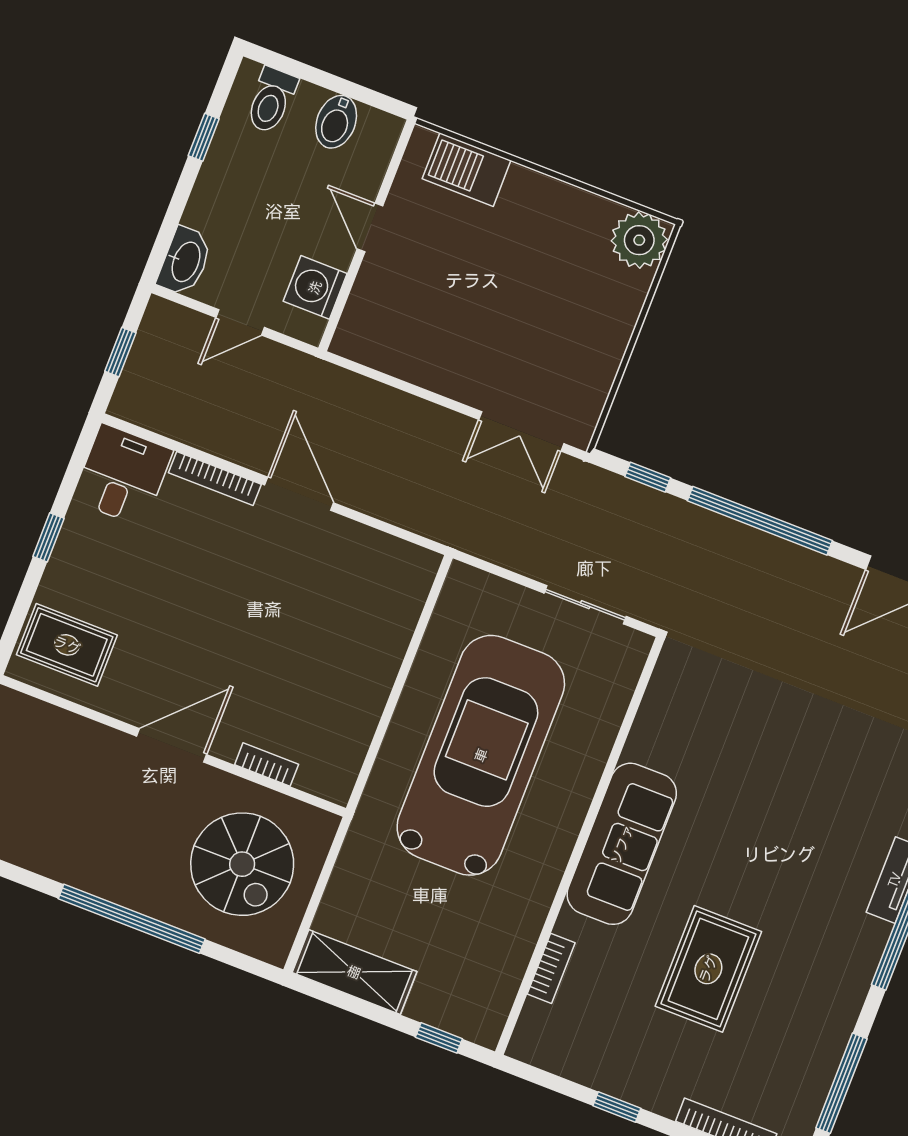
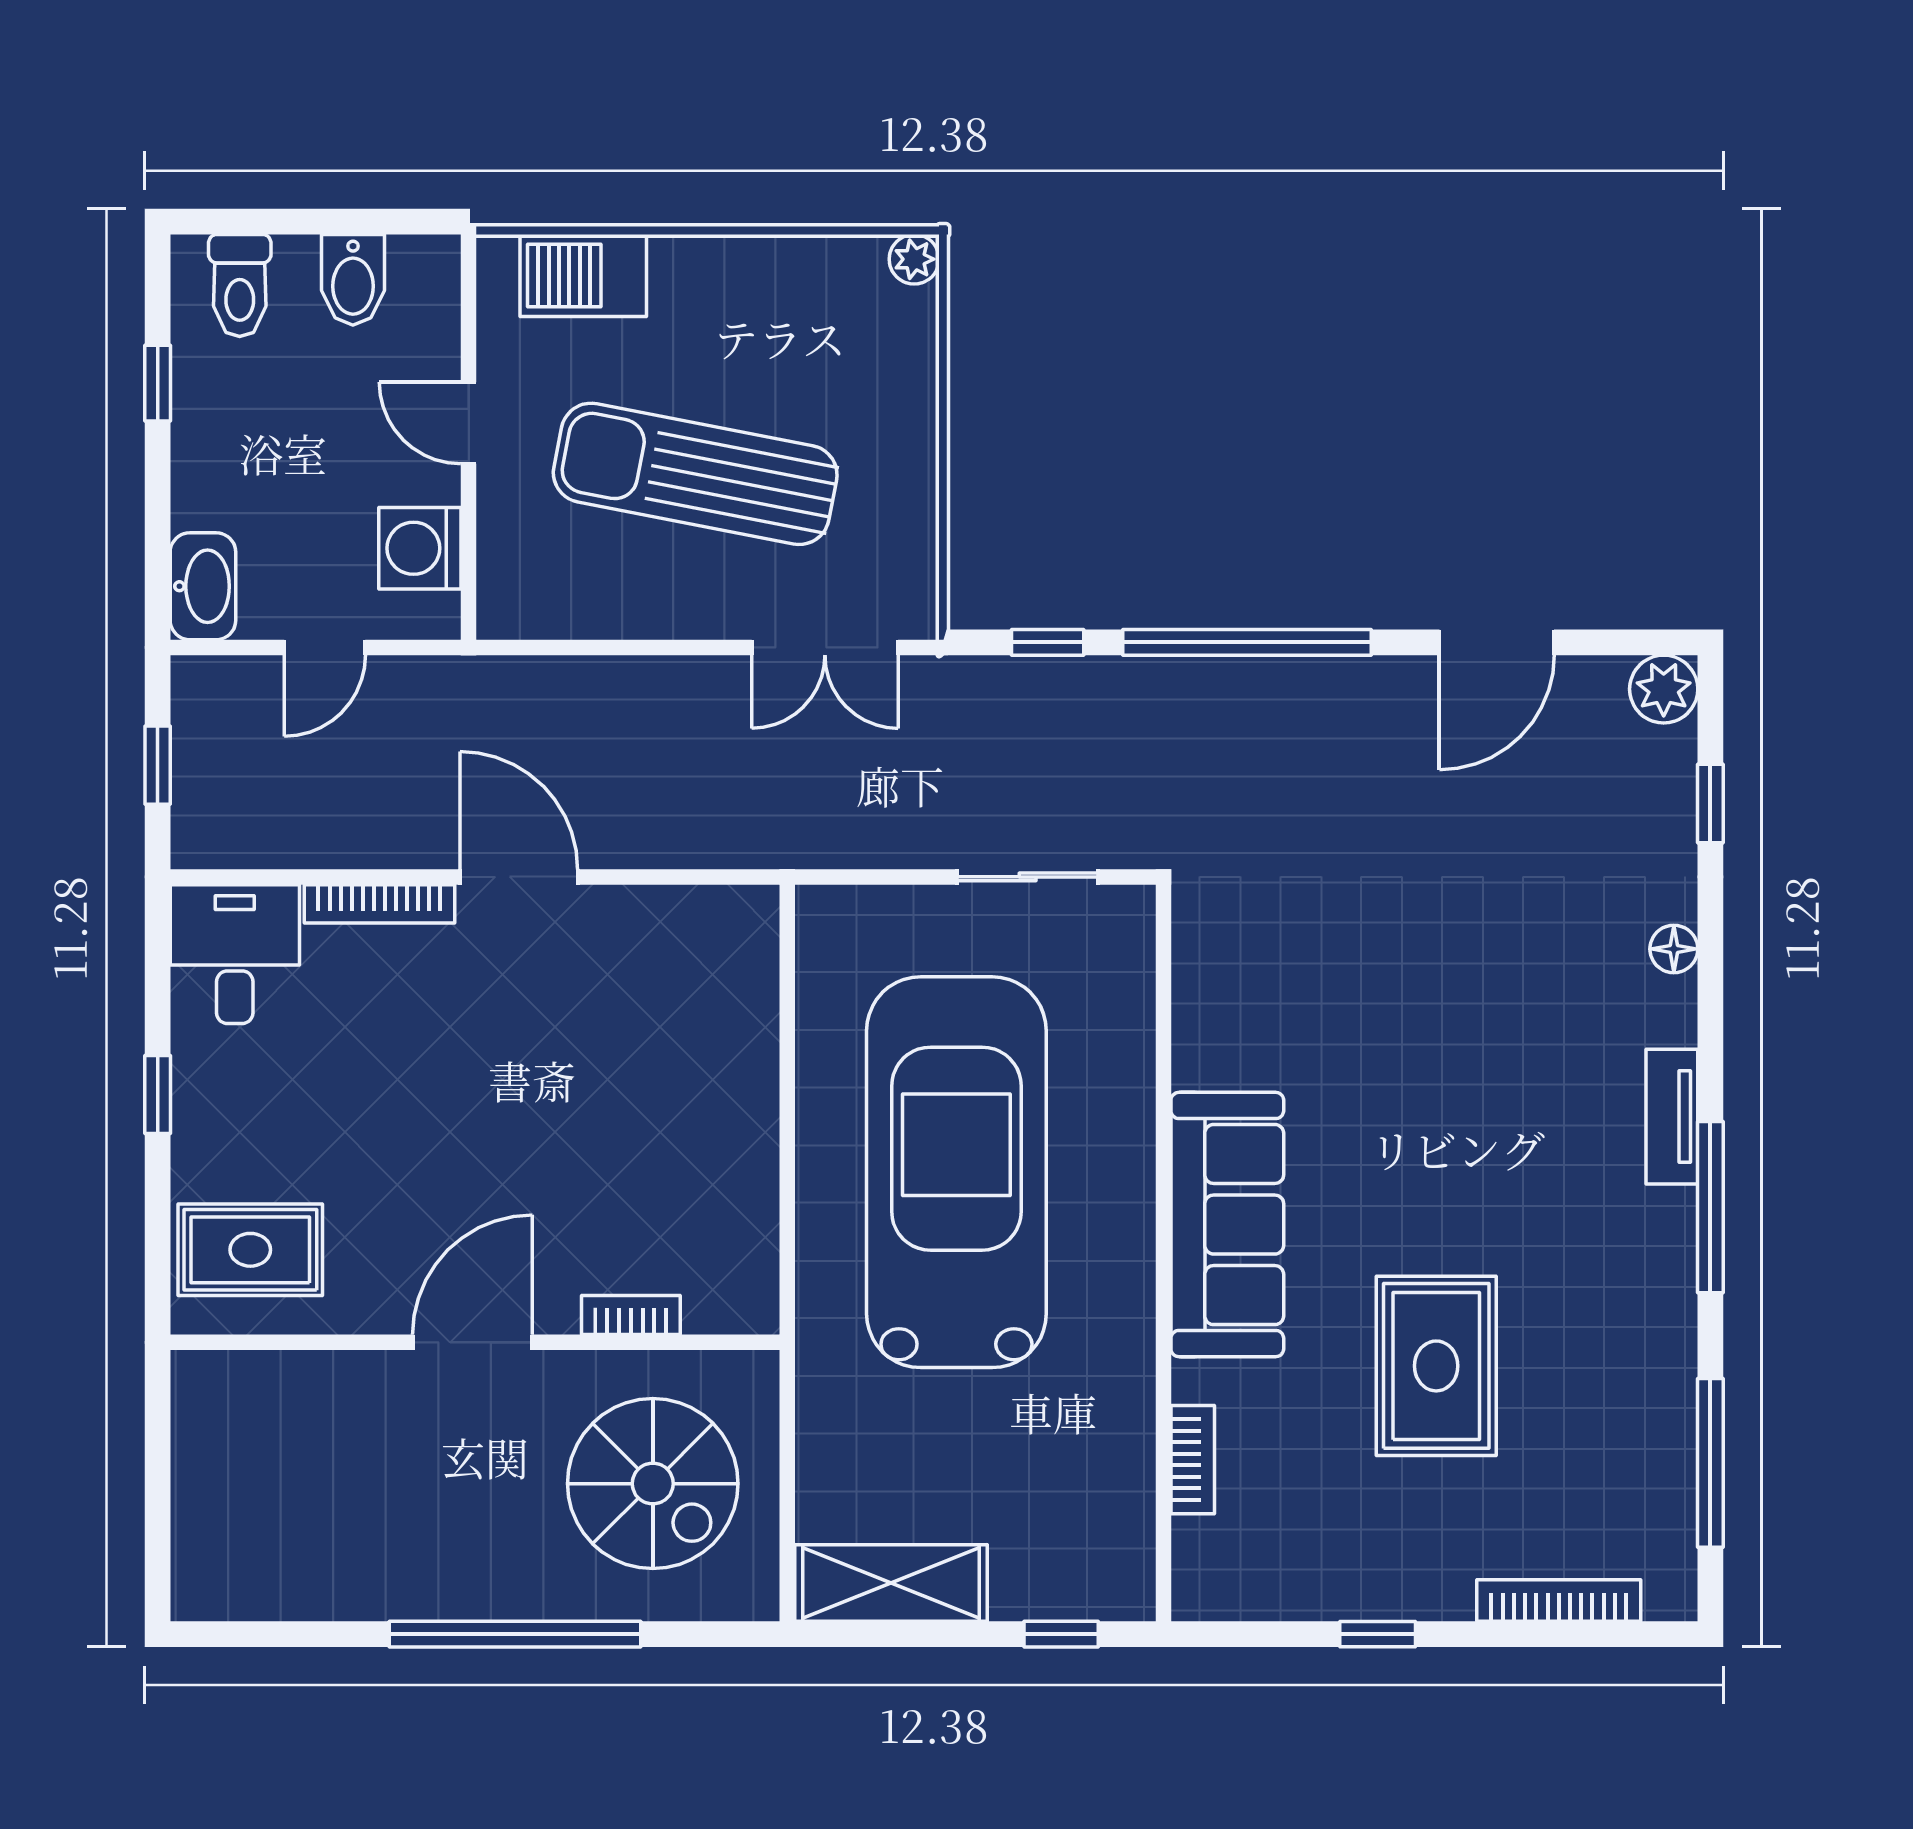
plant: (639, 240) -> (914, 259), width x0.53, depth x0.53
sun lounger: (486, 306) -> (695, 474), added

